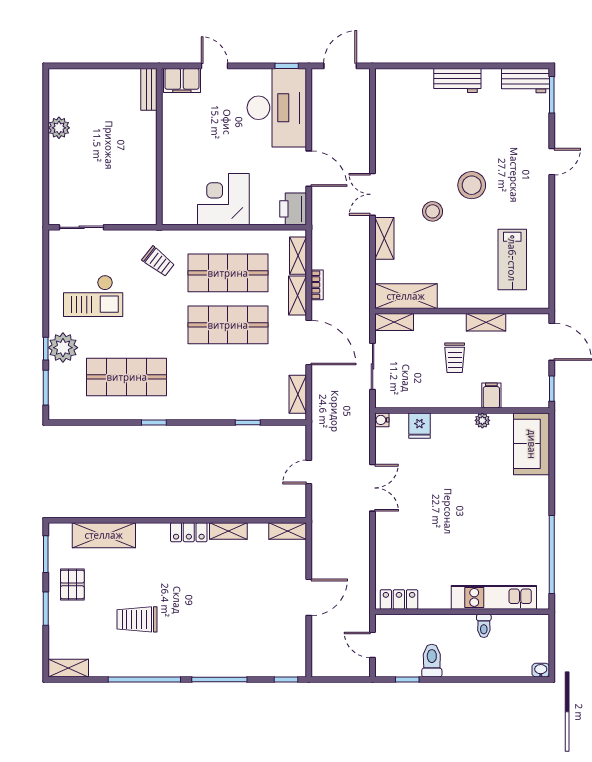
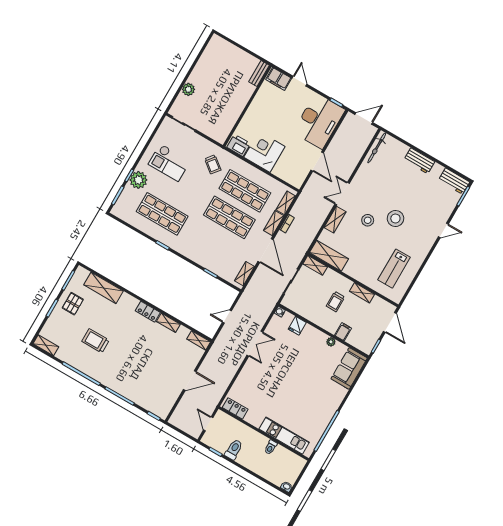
bicycle: (384, 98) -> (377, 148), added
plant: (59, 128) -> (188, 89), moved
printer: (293, 209) -> (239, 145), moved, turned 90

